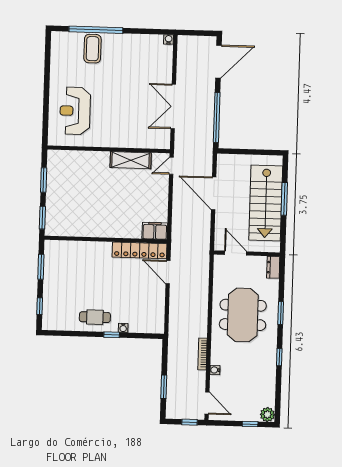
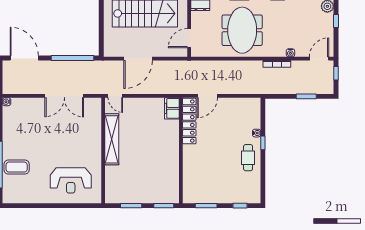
shelving: (131, 160) -> (112, 139), width x1.47
meeting table: (243, 315) -> (242, 30), turned 90

